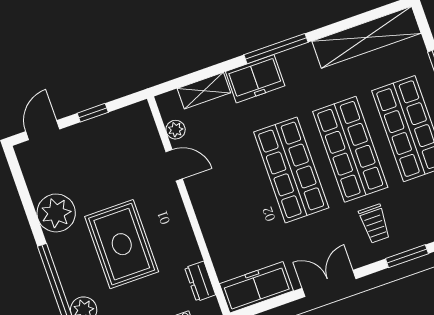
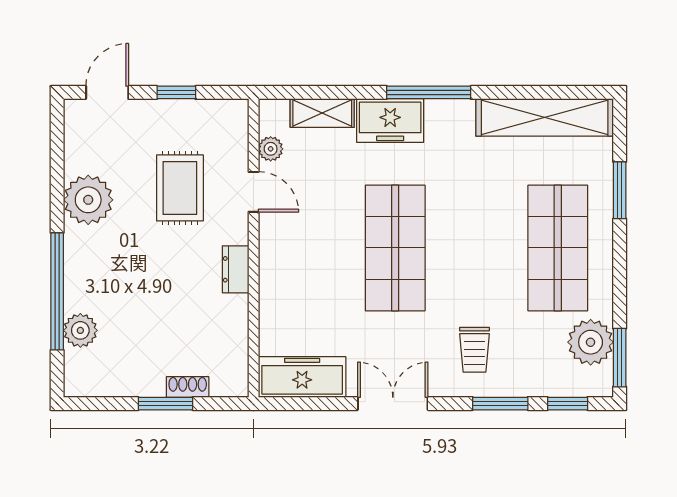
shop shelf: (350, 149) -> (476, 248), removed
rug: (122, 244) -> (180, 188), moved, width x0.73, depth x0.70
dresser: (200, 281) -> (236, 269), moved

